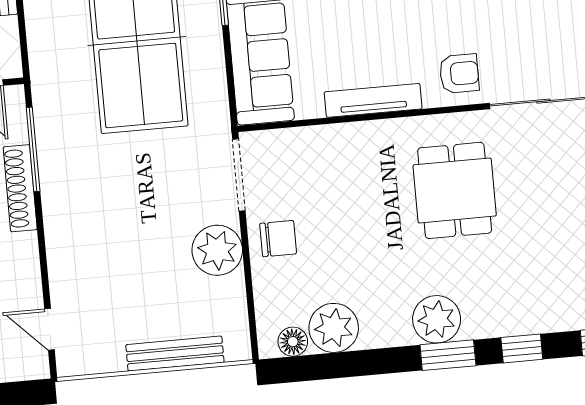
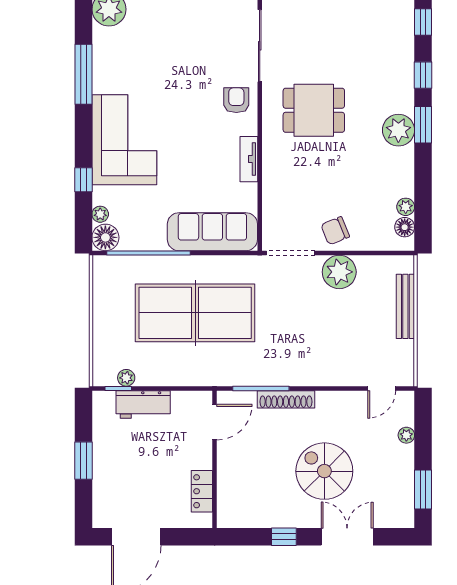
tv unit: (373, 100) -> (249, 159), width x0.71
chair: (278, 239) -> (335, 231), turned -112
plant: (334, 328) -> (406, 207), width x0.53, depth x0.53

